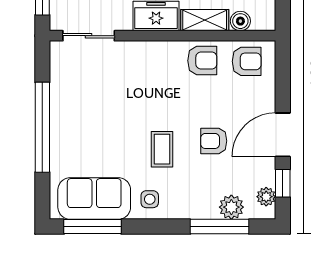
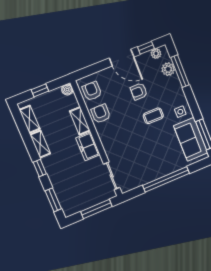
boiler: (240, 21) -> (67, 90), moved
armchair: (214, 141) -> (139, 91), turned 90

